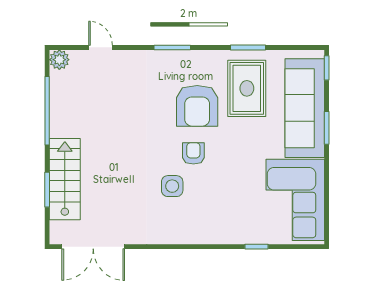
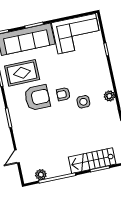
plant: (59, 60) -> (41, 175), moved
plant: (173, 234) -> (109, 96), added

